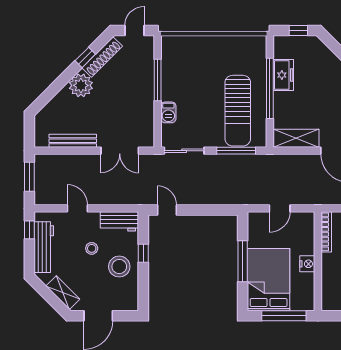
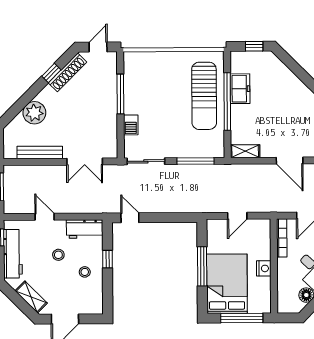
plant: (81, 85) -> (34, 113), moved
sun lounger: (238, 111) -> (204, 96), moved
shelving: (296, 138) -> (245, 151), width x0.67, depth x0.75
stool: (119, 267) -> (85, 272), width x0.53, depth x0.53

